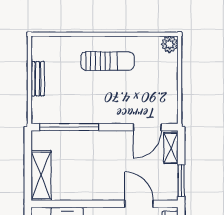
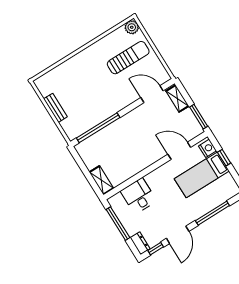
sun lounger: (107, 61) -> (128, 58), moved
door: (147, 127) -> (152, 94), swing flipped
shelving: (41, 176) -> (101, 180), width x0.67, depth x0.75

